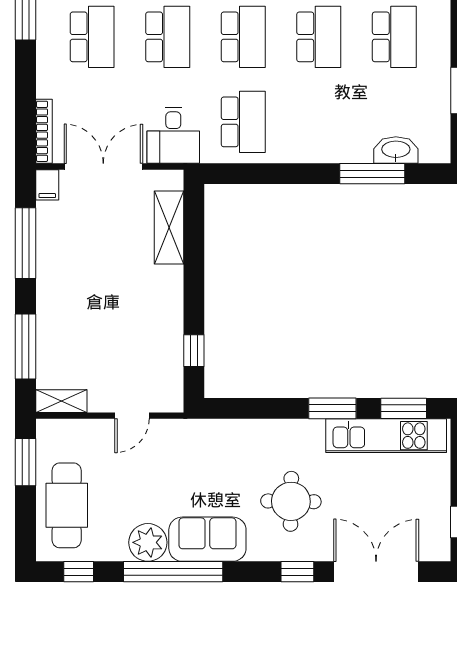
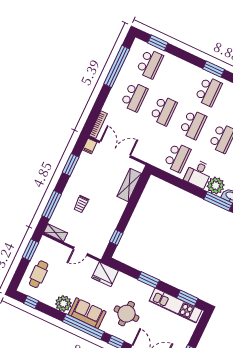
desk: (173, 135) -> (198, 174), moved
plant: (352, 143) -> (216, 186), added
window: (25, 243) -> (71, 165), width x0.69
trolley: (87, 315) -> (81, 204), added
window: (332, 408) -> (148, 280), moved
fridge: (207, 440) -> (105, 274), added
cafe table: (67, 505) -> (39, 274), width x0.73, depth x0.74
window: (173, 572) -> (83, 327), moved

